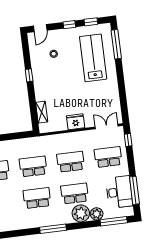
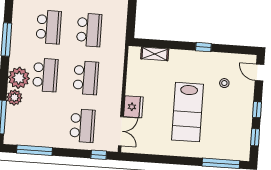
lab bench: (93, 58) -> (188, 112), moved, turned 90
fridge: (76, 122) -> (133, 107), moved
desk: (119, 192) -> (36, 131), removed

